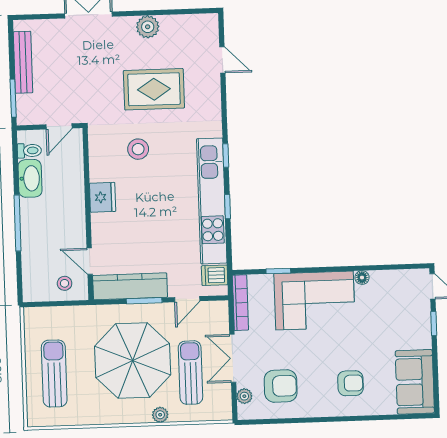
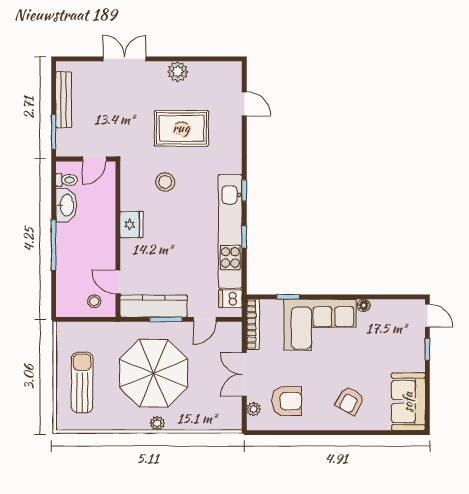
sun lounger: (190, 373) -> (206, 386), removed
armchair: (350, 383) -> (350, 401), turned 119
plant: (160, 415) -> (157, 423), moved

